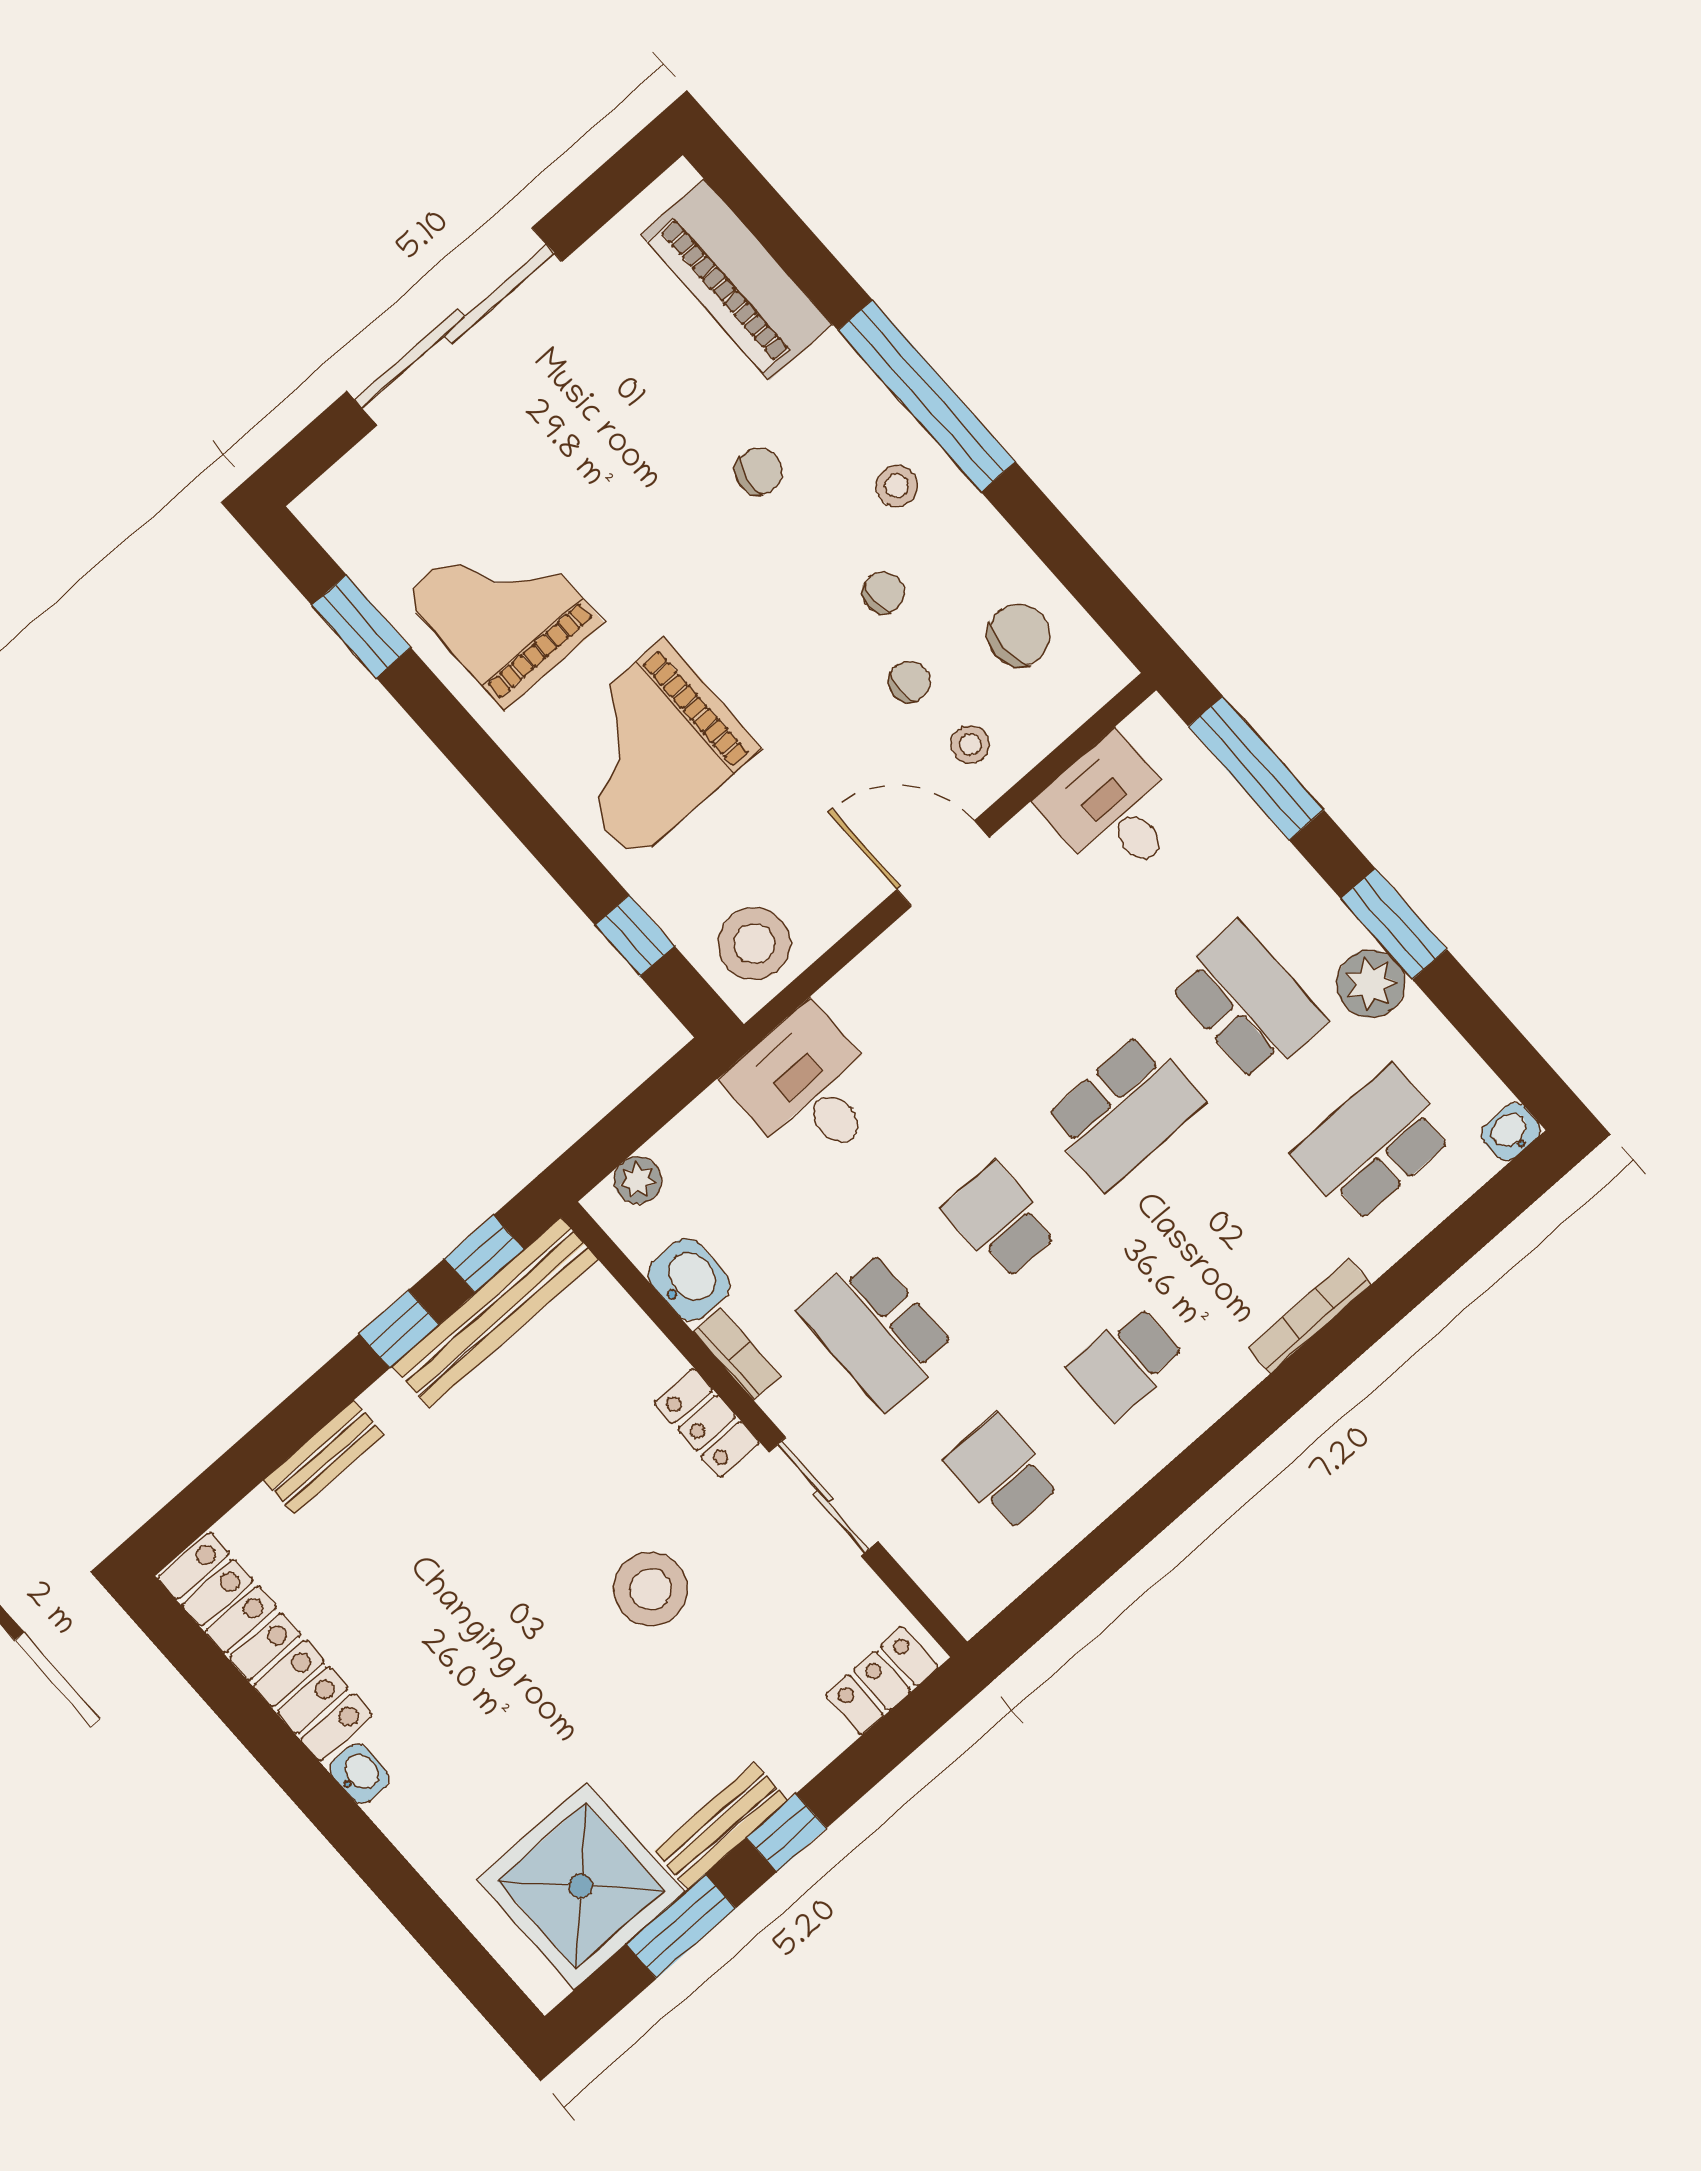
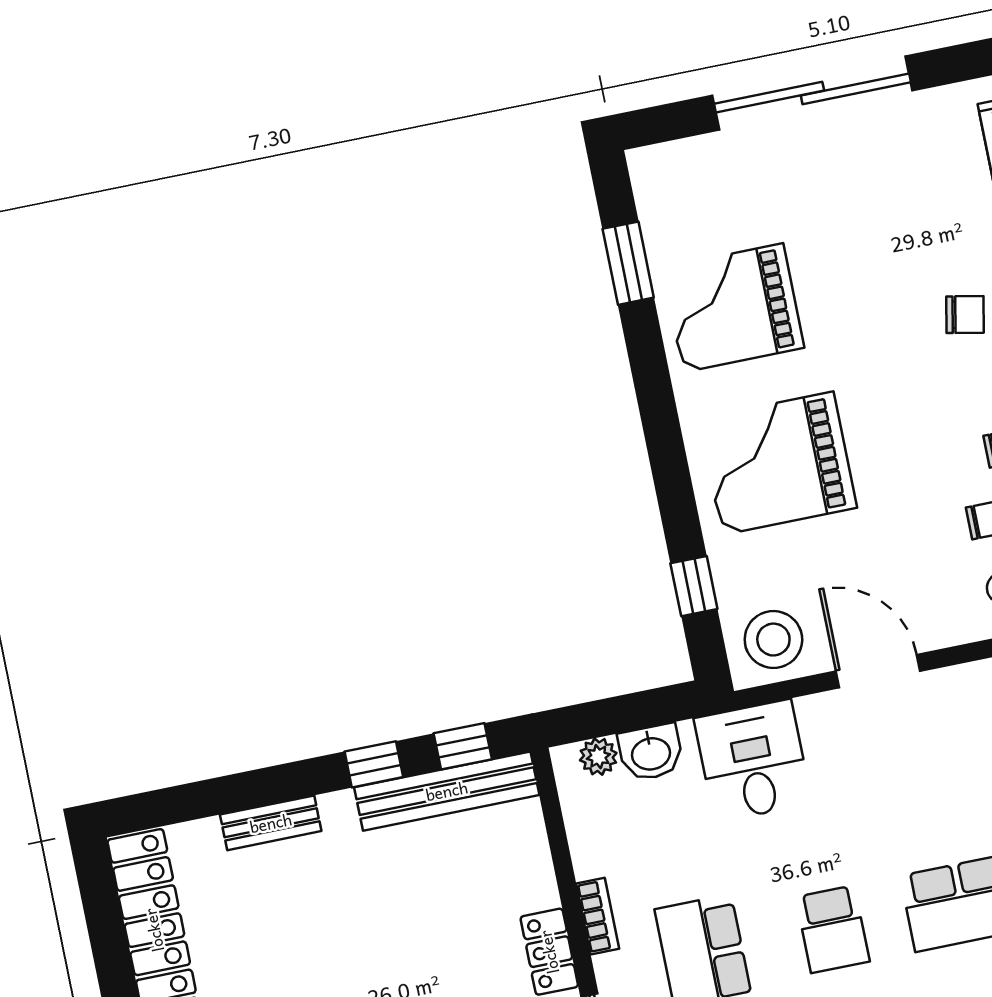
grand piano: (503, 609) -> (733, 308), turned -90
door: (943, 864) -> (878, 671), moved
school desk: (1000, 1221) -> (833, 929), turned 180
washbasin: (689, 1280) -> (651, 752), moved, turned 90

